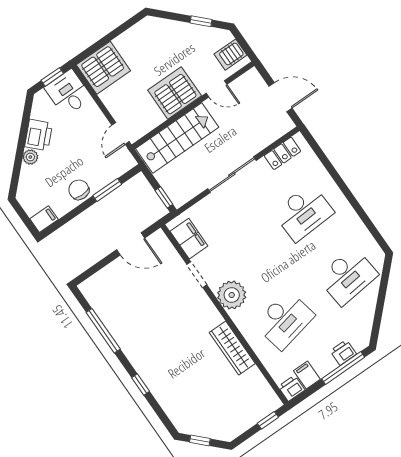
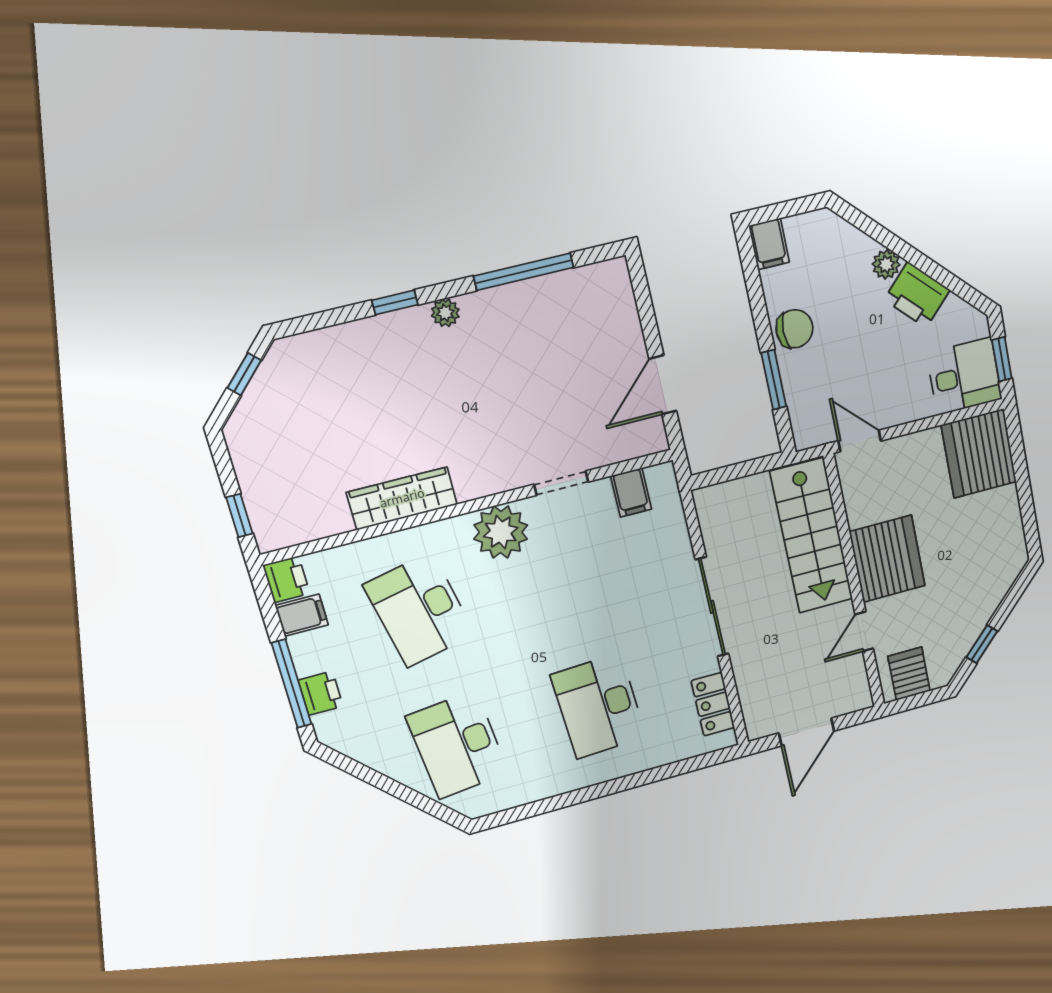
window: (164, 197) -> (720, 475), removed
filing cabinet: (189, 239) -> (631, 493), width x0.50
plant: (136, 360) -> (445, 313), added

